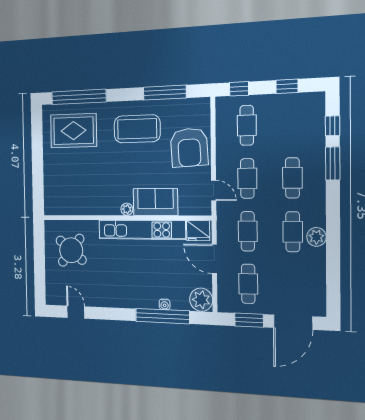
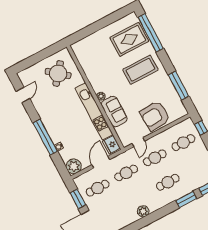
coffee table: (137, 129) -> (140, 70), moved, turned 90
rug: (73, 131) -> (129, 39), turned 90
cafe table: (293, 232) -> (139, 197), removed
window: (162, 316) -> (45, 137), moved

